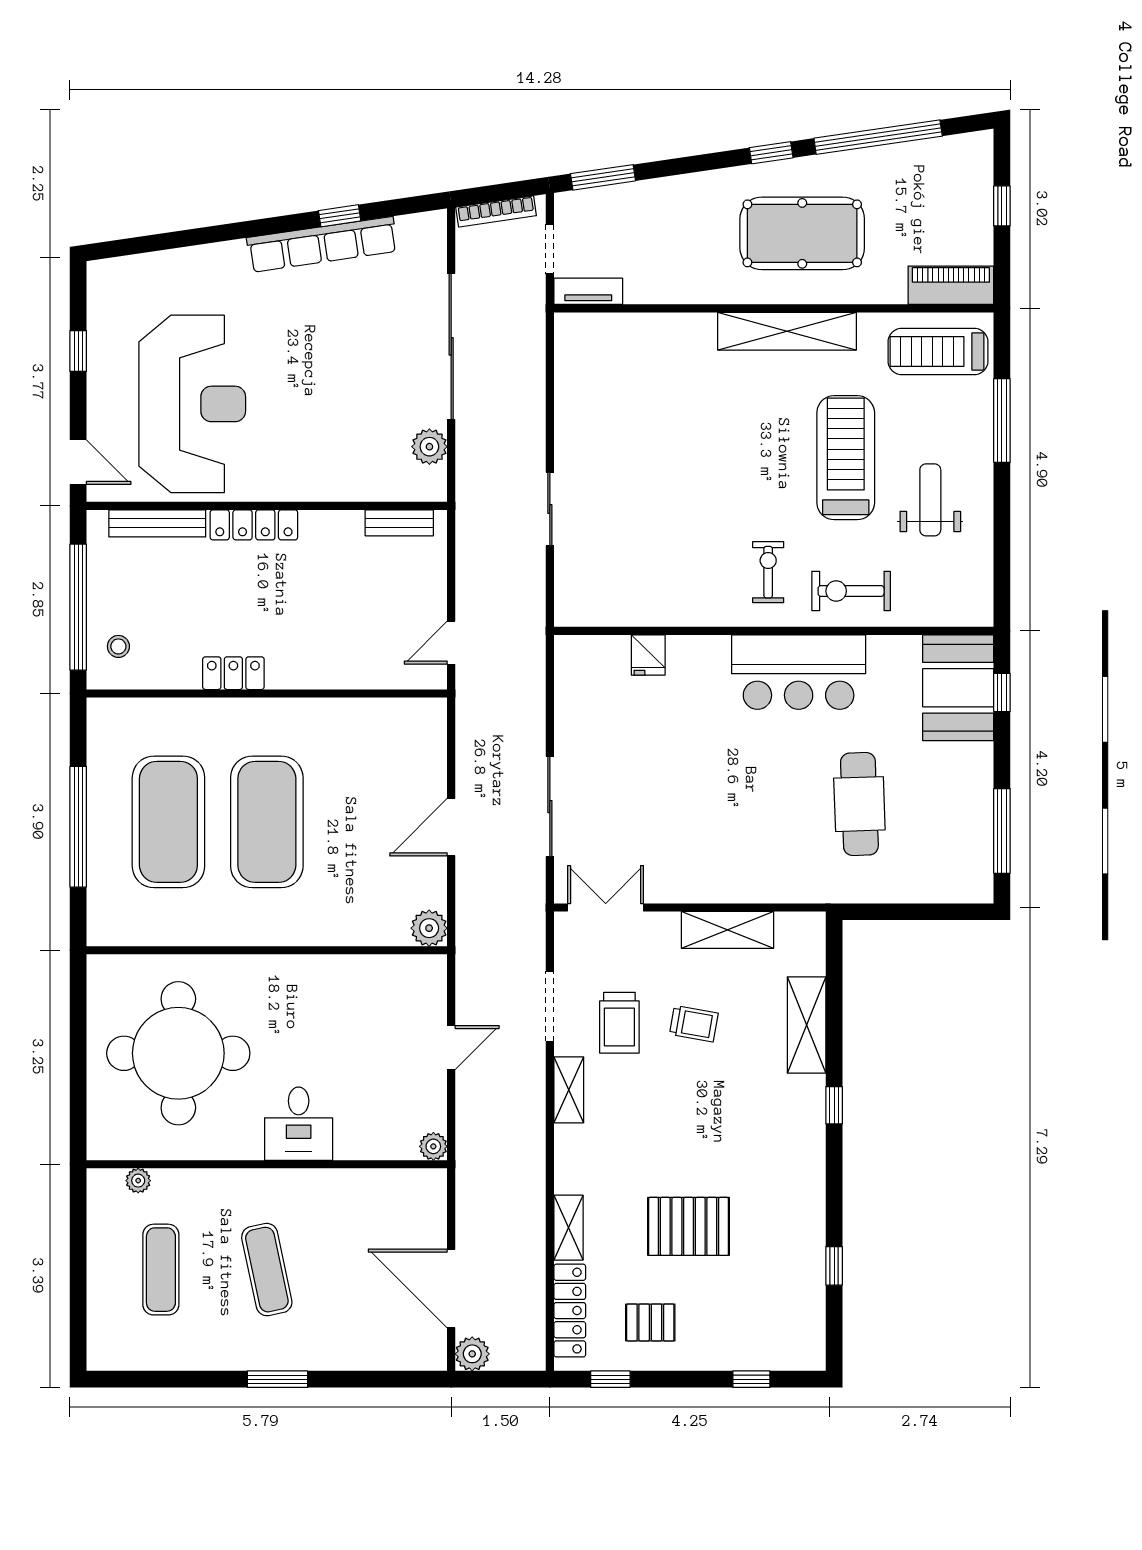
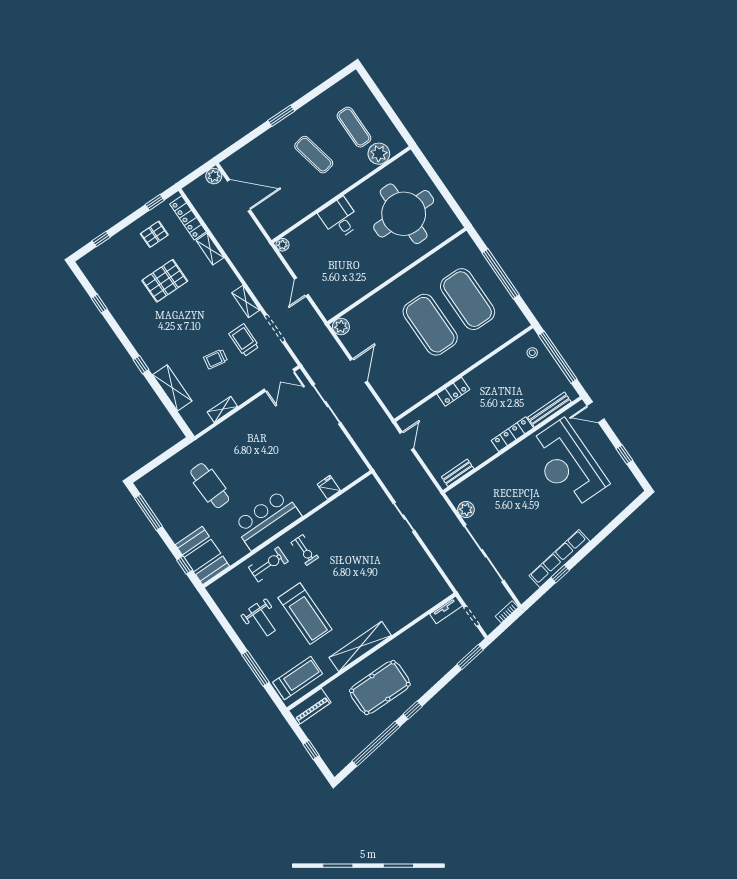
bookcase: (496, 211) -> (507, 612), width x0.64
locker: (233, 673) -> (453, 392), moved
shelving: (728, 930) -> (222, 409), width x0.67, depth x0.75
plant: (138, 1181) -> (379, 154), width x1.87, depth x1.87

